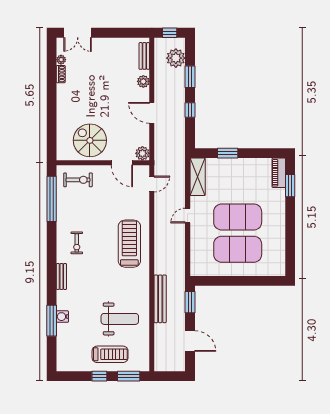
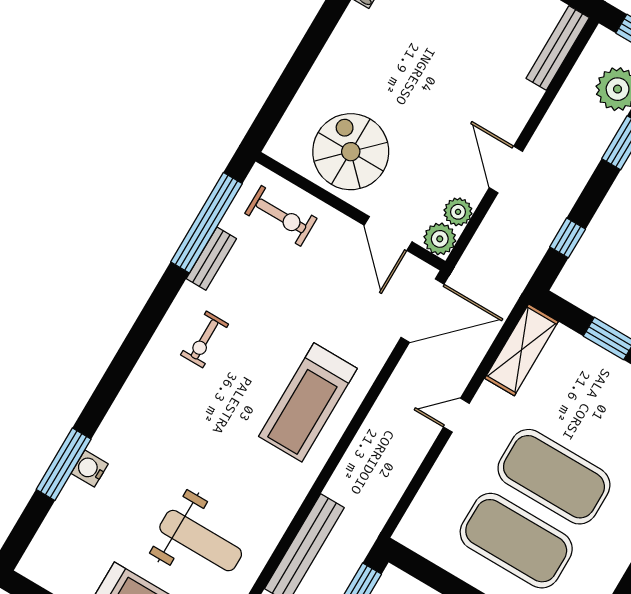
bench: (144, 56) -> (558, 48), width x1.36
plant: (143, 81) -> (458, 212), moved
window: (190, 110) -> (568, 238), moved
door: (152, 184) -> (422, 311), width x1.88
treadmill: (129, 244) -> (308, 402), turned 180
bench: (61, 276) -> (211, 259), moved

